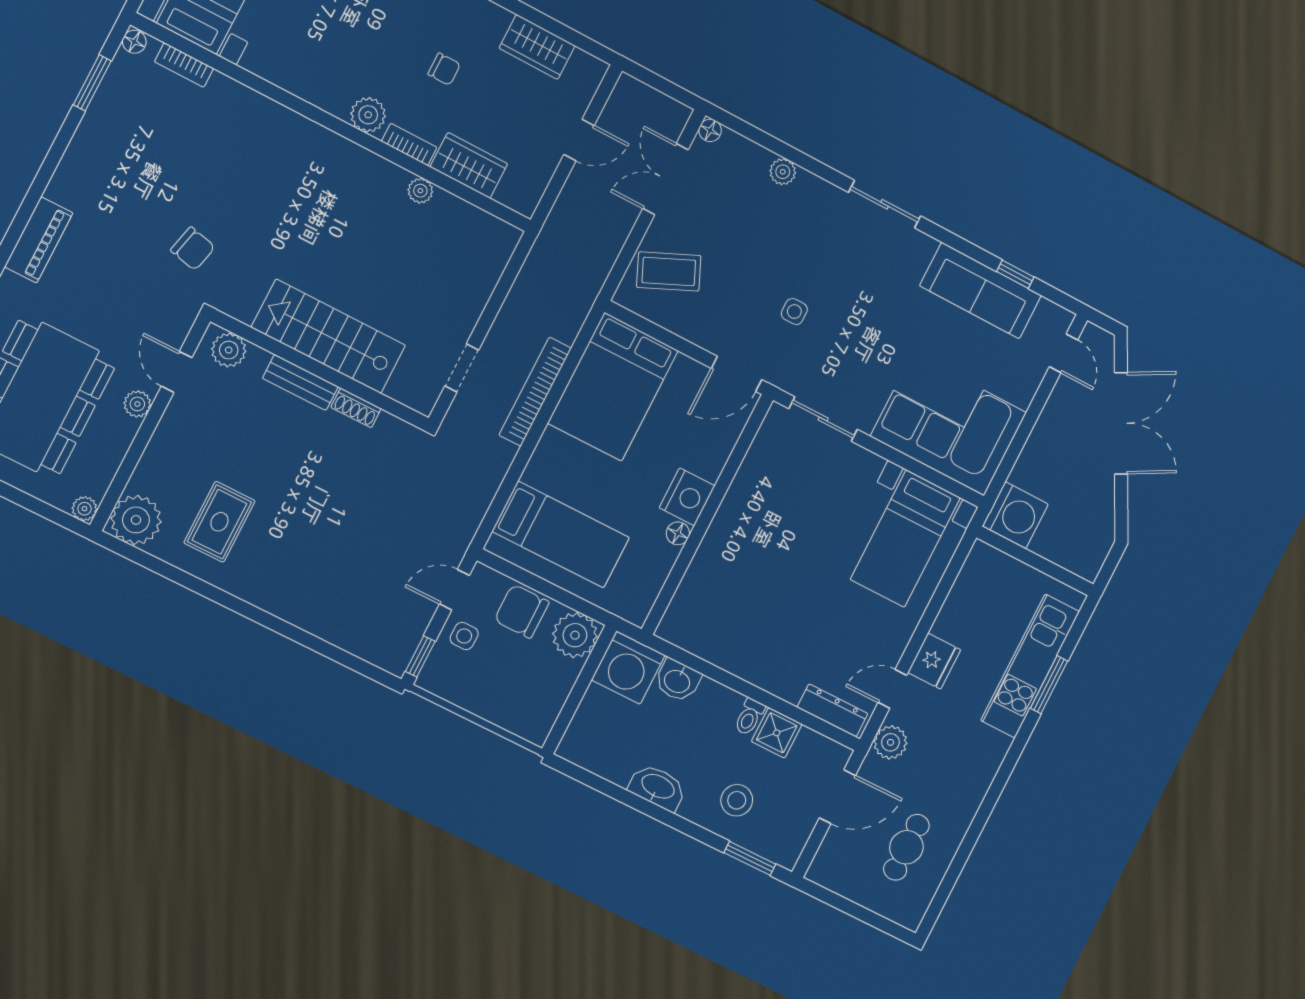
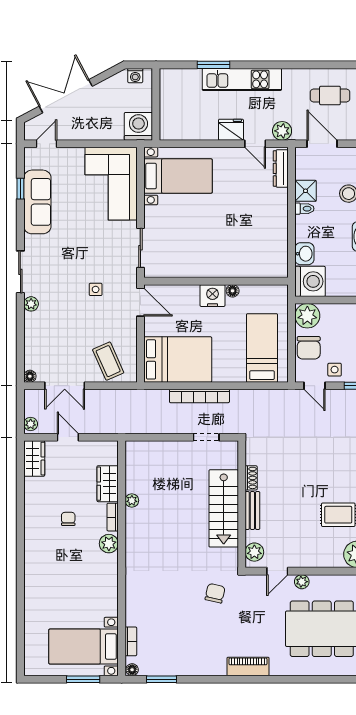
wardrobe: (537, 47) -> (34, 459), moved
plant: (632, 90) -> (31, 424), added
plant: (783, 172) -> (31, 304), moved
washing machine: (1096, 551) -> (135, 76), added
kitchen unit: (1030, 666) -> (242, 79), moved

